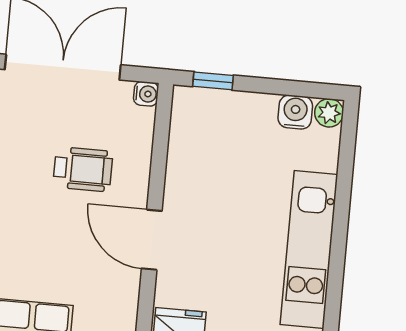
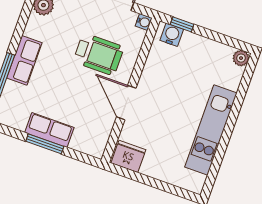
water cooler: (295, 112) -> (172, 35), moved
wheelchair: (83, 169) -> (99, 54), width x1.36, depth x1.37

